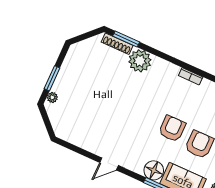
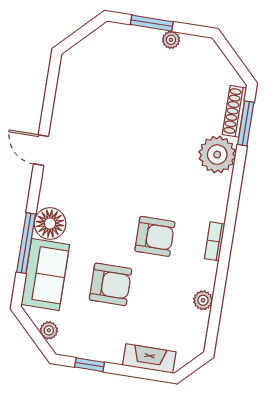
plant: (52, 97) -> (171, 40), moved
armchair: (172, 129) -> (155, 236), moved

